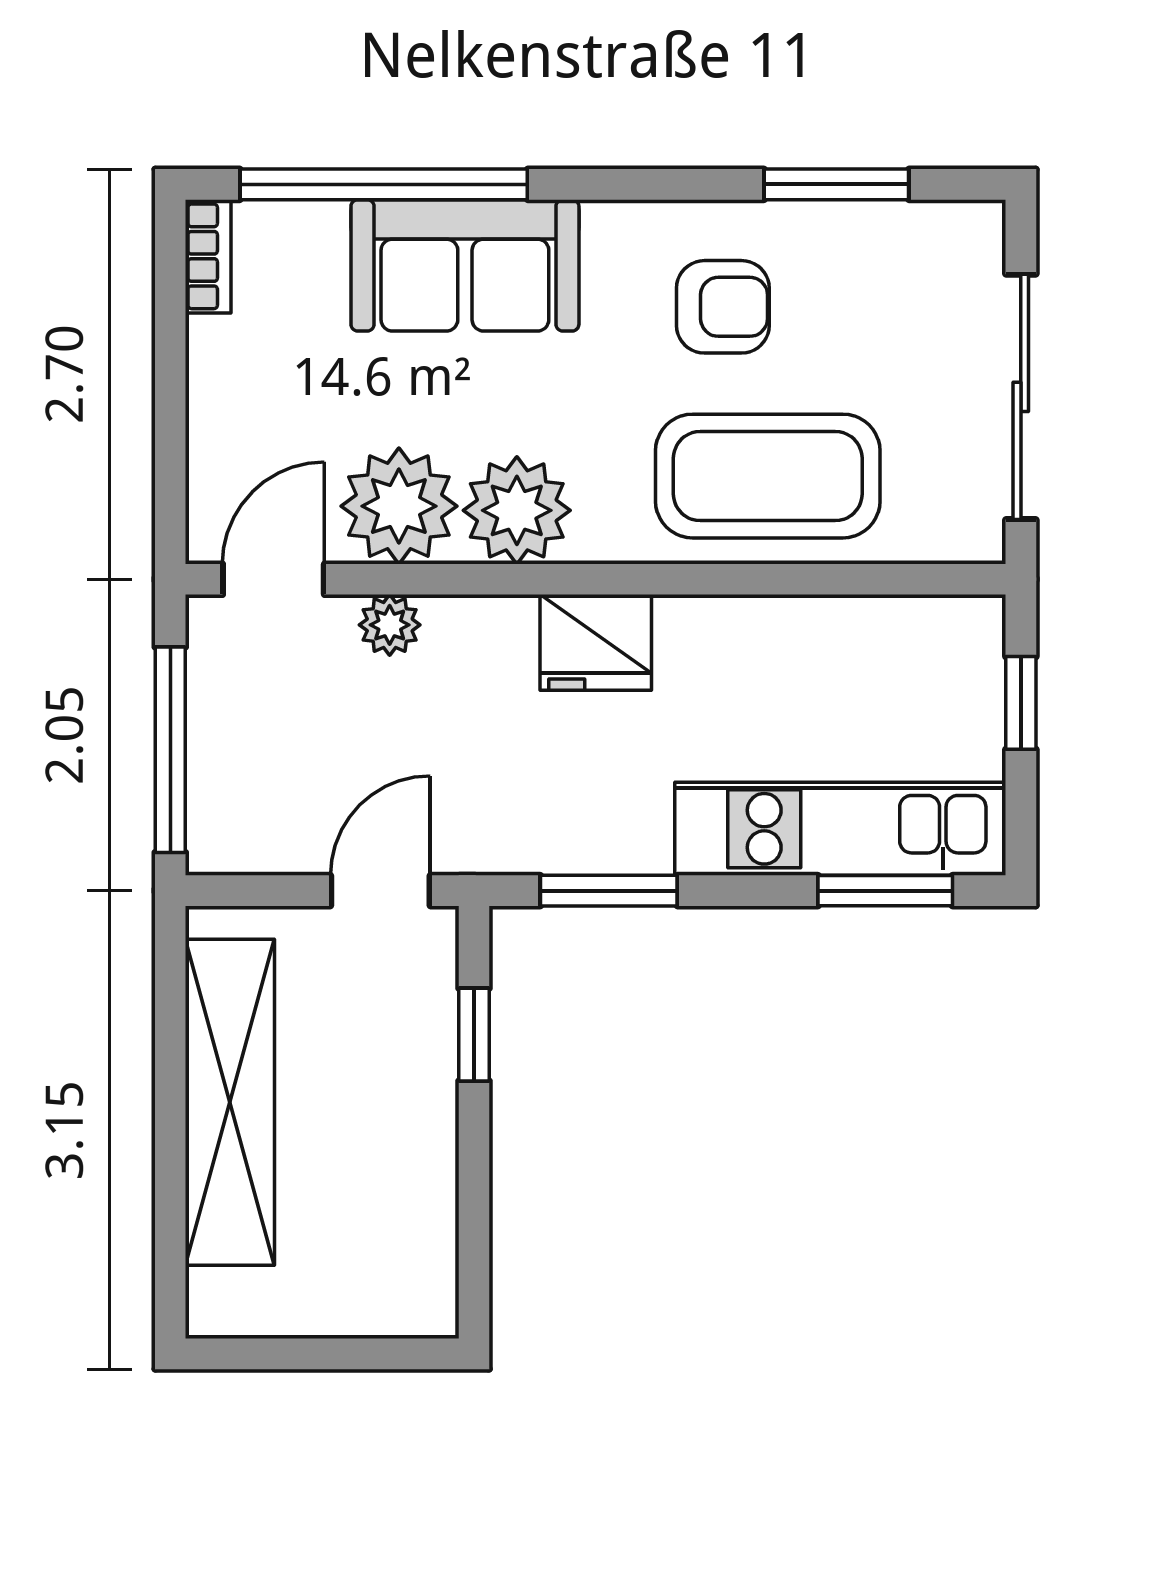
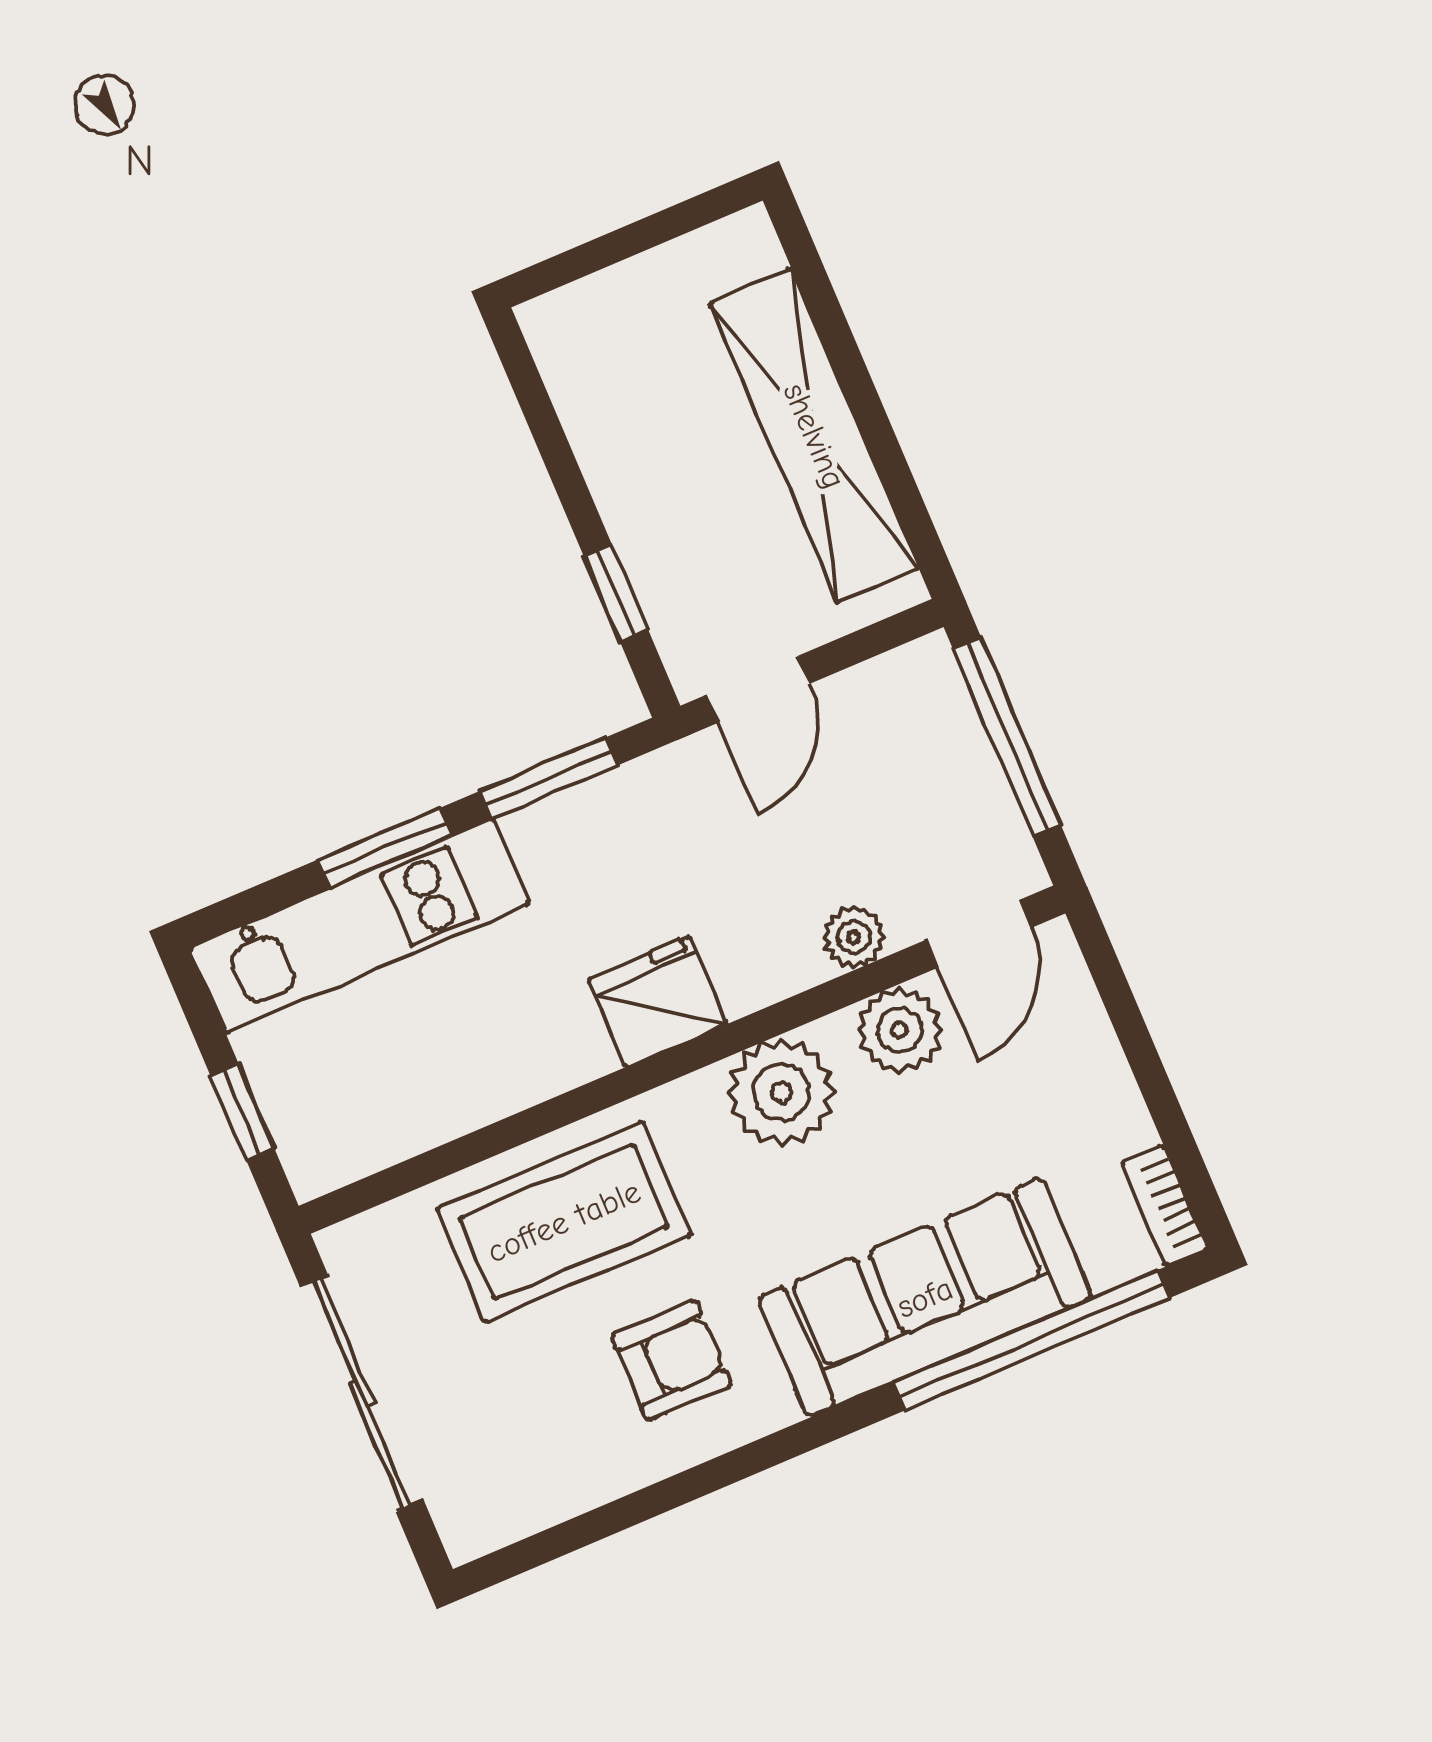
window: (836, 184) -> (615, 1517), removed
sofa: (465, 265) -> (925, 1298), width x1.36
armchair: (723, 307) -> (671, 1360), turned 180
plant: (399, 506) -> (900, 1030), width x0.73, depth x0.73
window: (885, 891) -> (385, 848), moved

